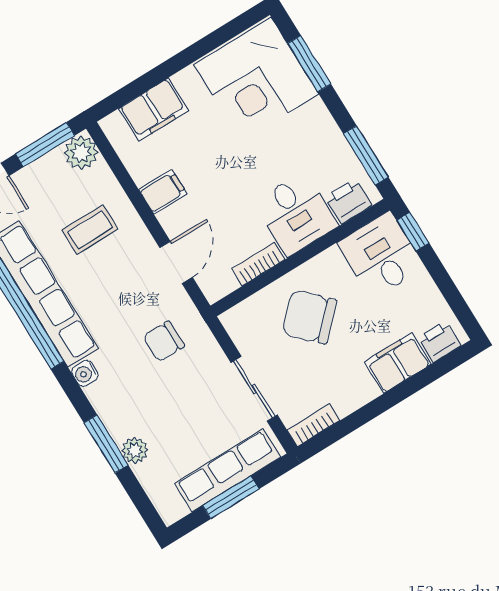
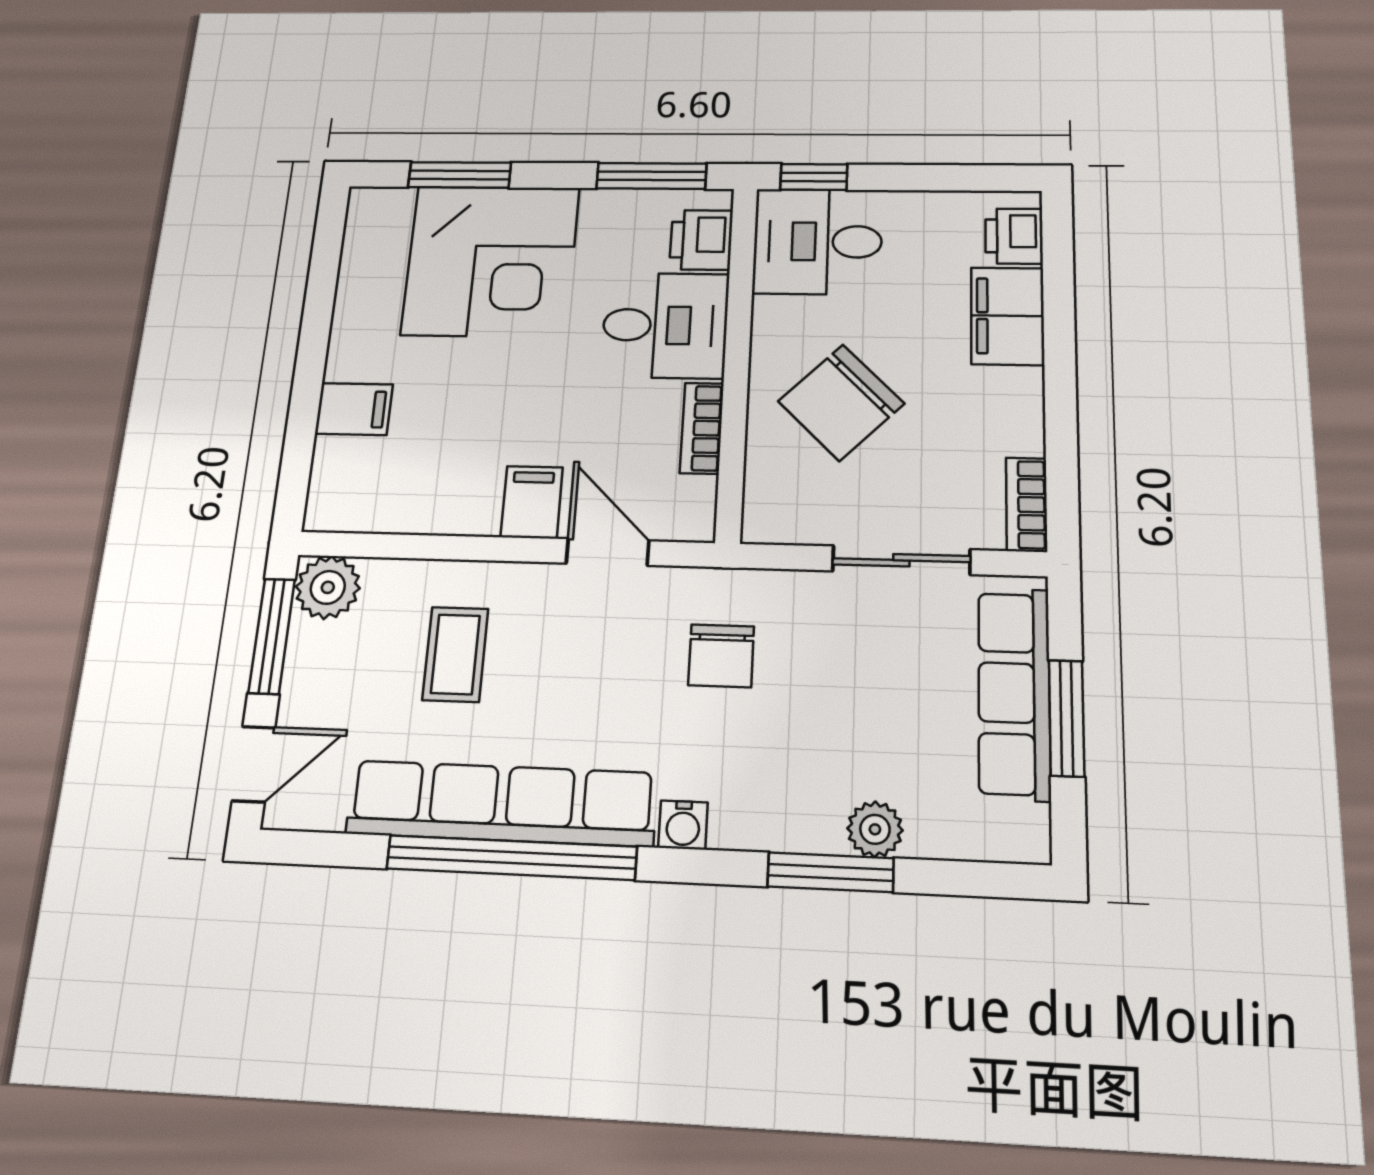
corner desk: (256, 79) -> (491, 261), moved
filing cabinet: (154, 110) -> (354, 409), width x0.50
filing cabinet: (163, 192) -> (532, 502), moved

